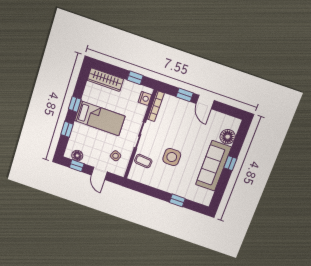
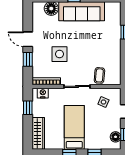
door: (205, 102) -> (28, 39), swing flipped
side table: (172, 157) -> (60, 54), moved

